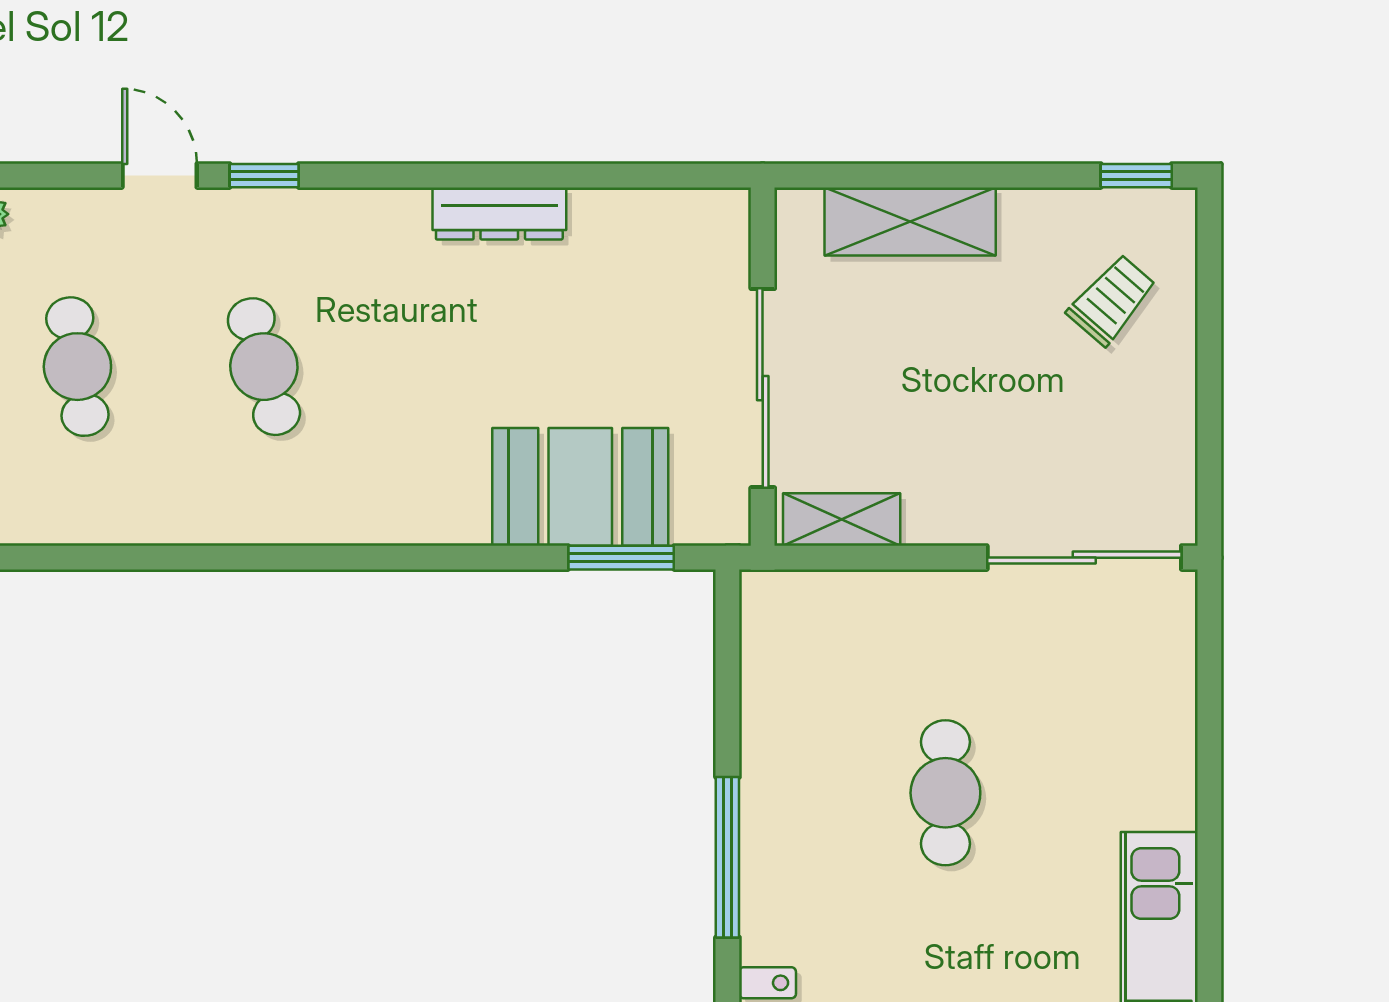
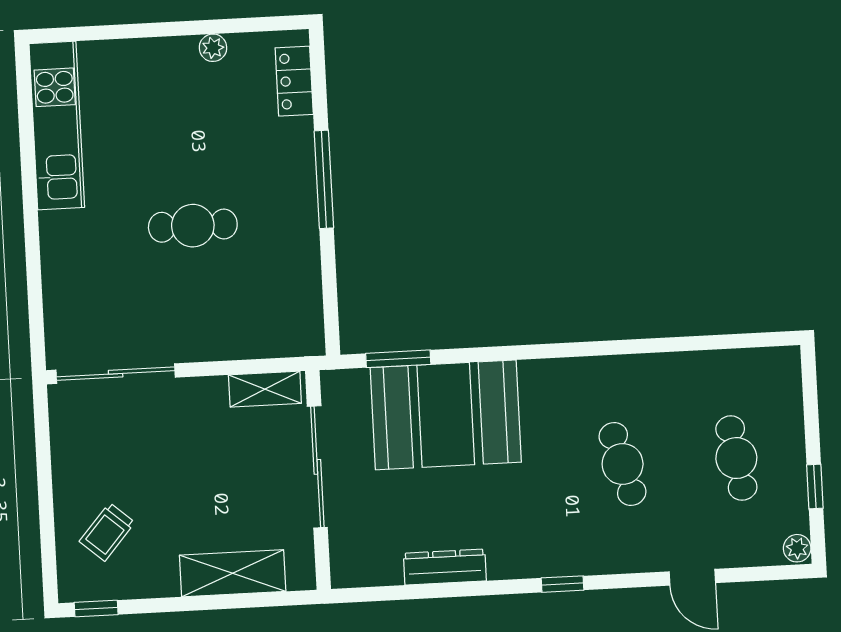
window: (264, 176) -> (563, 584), moved
dresser: (499, 213) -> (445, 567), moved
booth: (580, 487) -> (446, 415), width x1.36, depth x1.42
cafe table: (945, 793) -> (193, 226), turned 90

